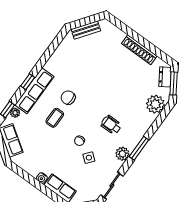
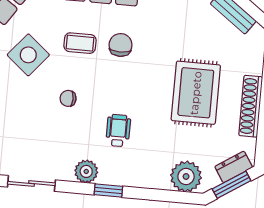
rug: (116, 74) -> (196, 93), added
window: (139, 148) -> (108, 190), width x0.67
side table: (89, 158) -> (28, 55), moved, width x1.87, depth x1.87

